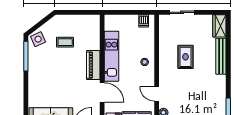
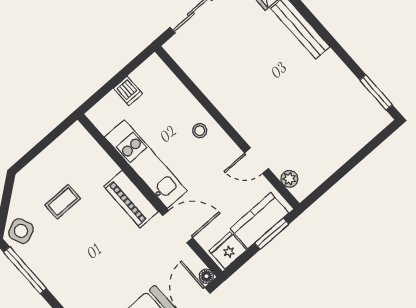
dishwasher: (144, 21) -> (128, 91), moved
rug: (186, 57) -> (251, 72), removed

